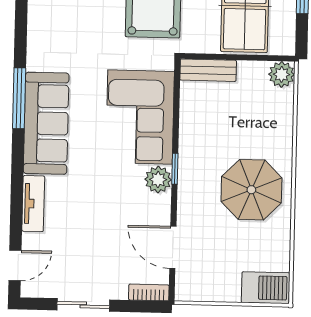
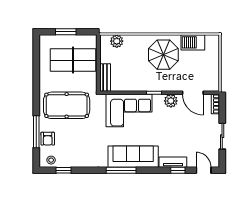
plant: (282, 74) -> (117, 41), moved
plant: (158, 180) -> (171, 101), moved
window: (16, 213) -> (178, 170), added
door: (173, 247) -> (193, 93), hinge flipped
barbecue: (266, 288) -> (193, 42), moved, turned -90

